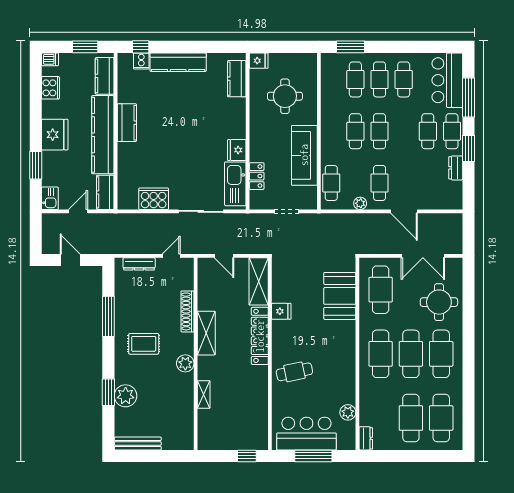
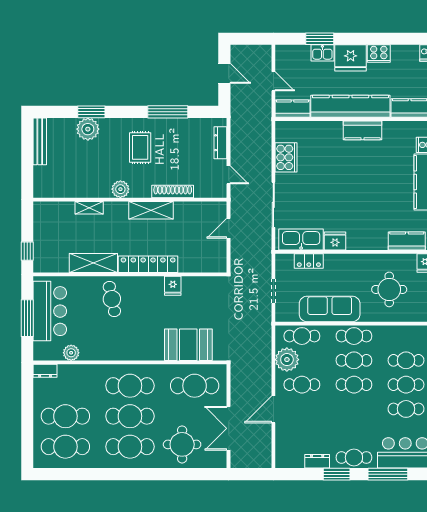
cooker: (50, 88) -> (379, 54), moved
cafe table: (428, 131) -> (354, 336), moved
kitchen sink: (50, 198) -> (322, 53), moved
plant: (360, 203) -> (287, 360), width x1.87, depth x1.87
door: (70, 260) -> (224, 73), hinge flipped
shelving: (259, 281) -> (93, 263), moved

